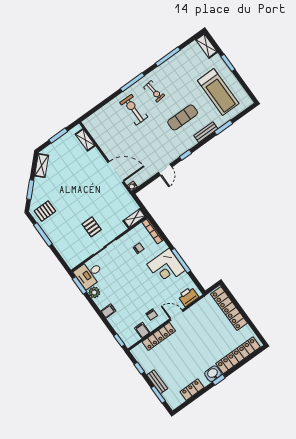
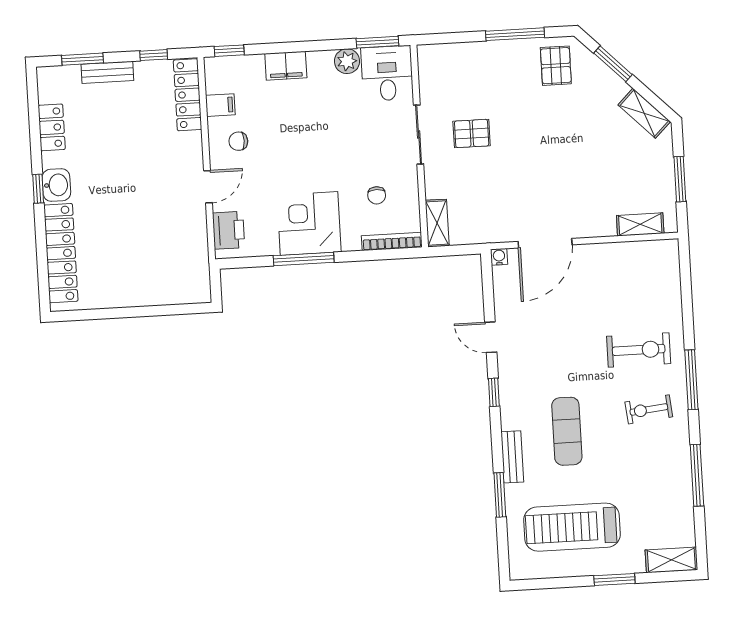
locker: (229, 308) -> (158, 292), removed
filing cabinet: (108, 311) -> (286, 66), width x2.00
locker: (159, 336) -> (188, 95), moved

